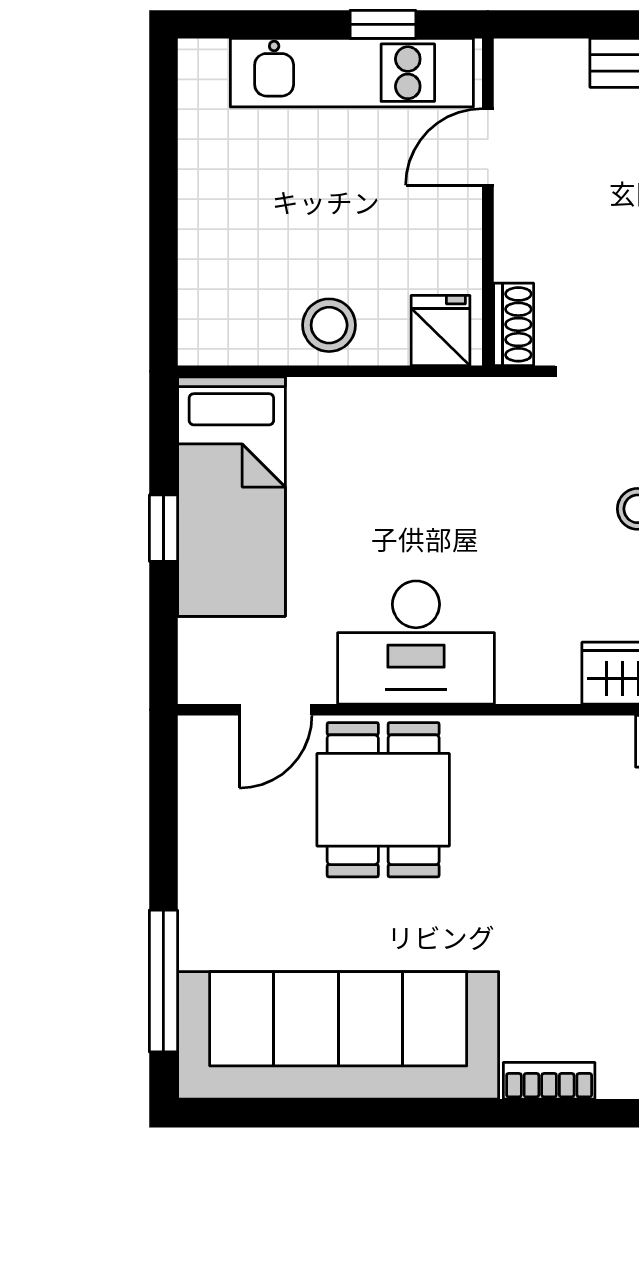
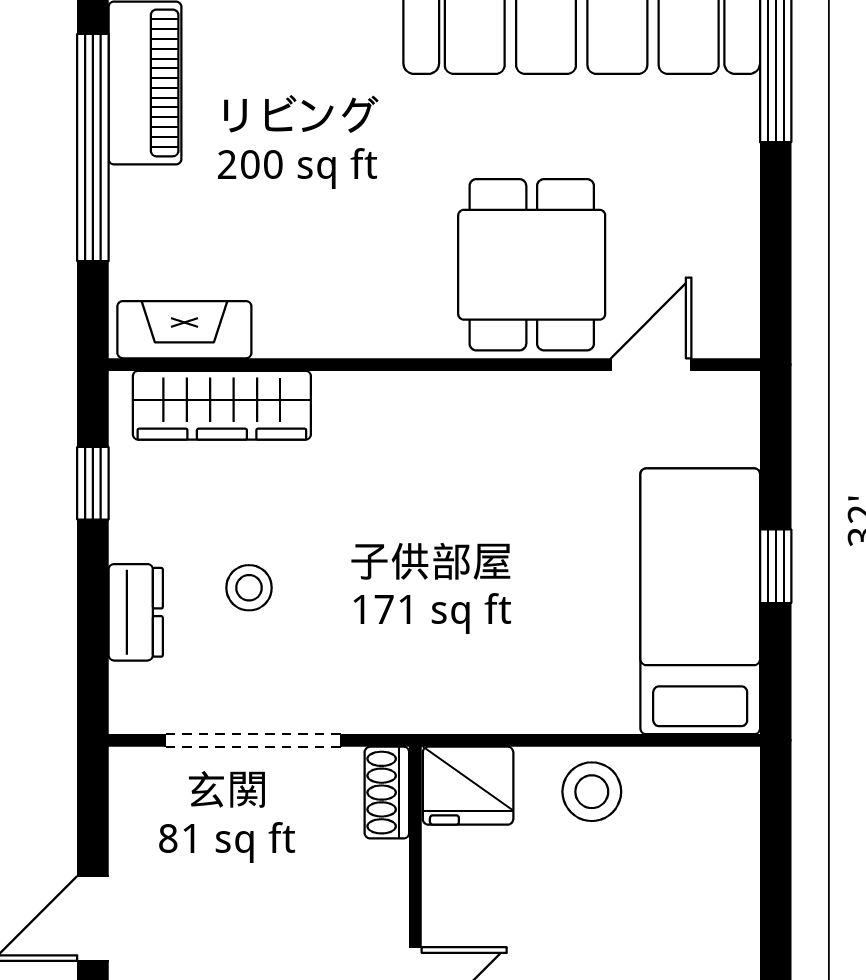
fridge: (441, 331) -> (468, 786), width x1.38
desk: (416, 643) -> (495, 439), removed

